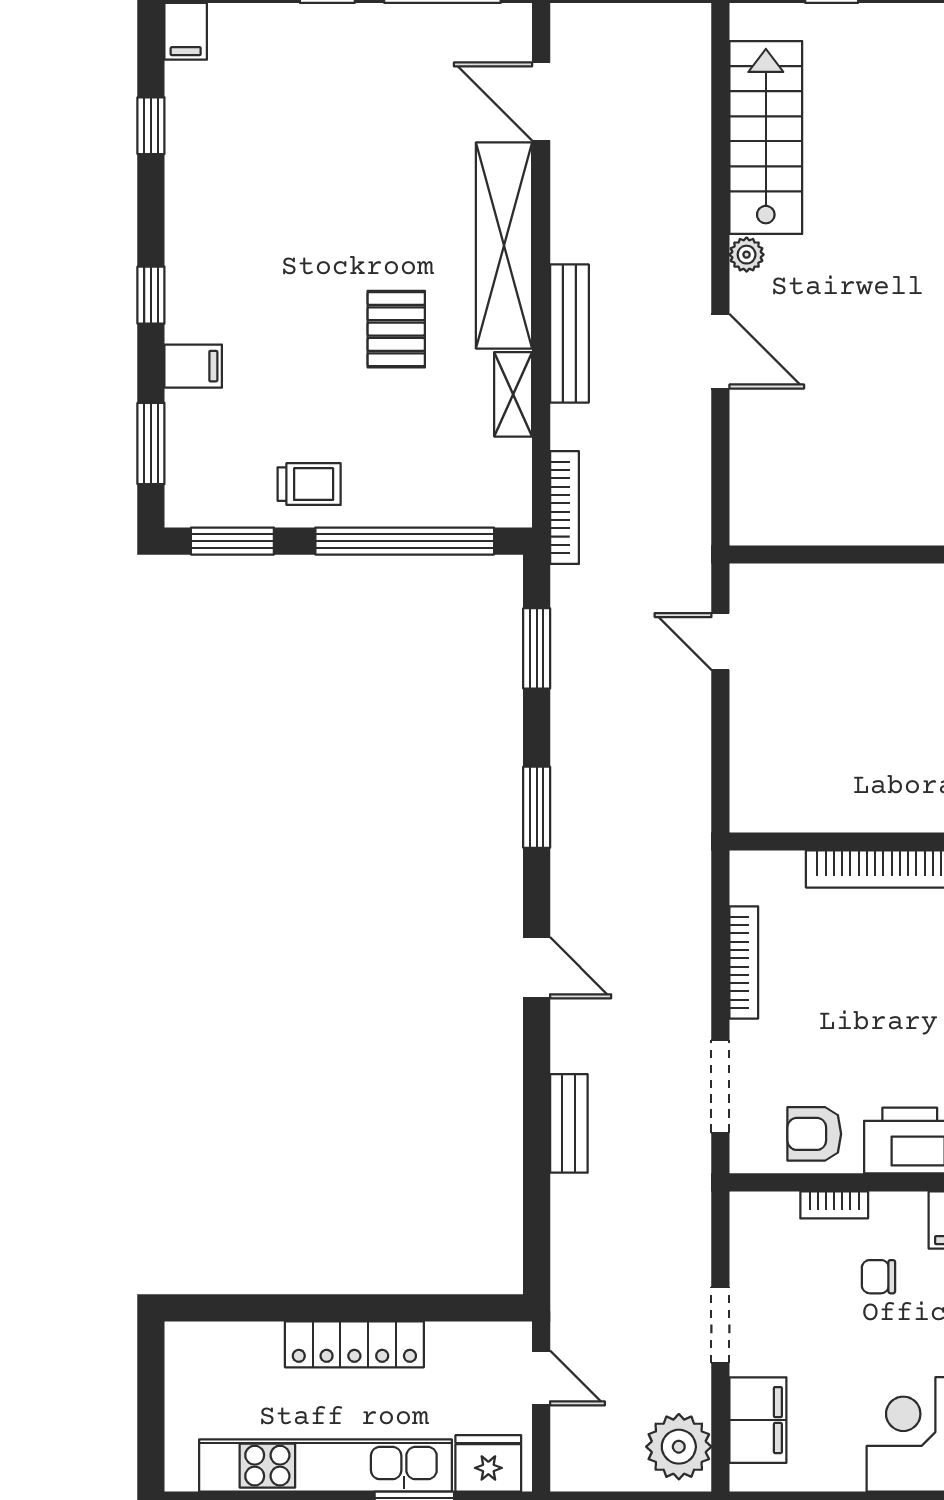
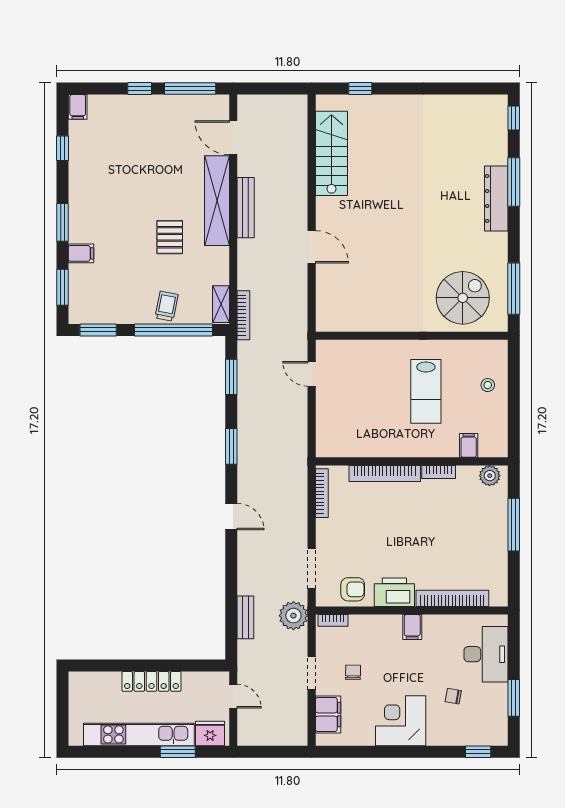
plant: (747, 255) -> (323, 205), removed
window: (151, 295) -> (62, 222), width x1.50
bench: (569, 334) -> (246, 208), moved
shelving: (513, 394) -> (221, 304), moved
trolley: (309, 484) -> (167, 306), moved, turned -79
bookcase: (744, 962) -> (322, 493), moved
bench: (569, 1123) -> (245, 617), moved
armchair: (814, 1134) -> (353, 589), turned 180
bookcase: (834, 1205) -> (333, 620), moved
chair: (878, 1277) -> (353, 672), moved, turned 91
plant: (679, 1447) -> (293, 616), moved

